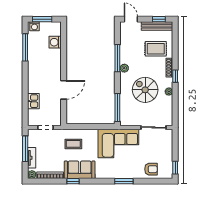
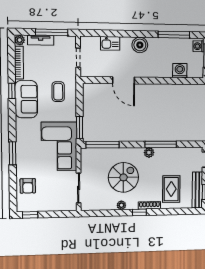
boiler: (34, 76) -> (140, 45), added
window: (103, 126) -> (80, 128), added

